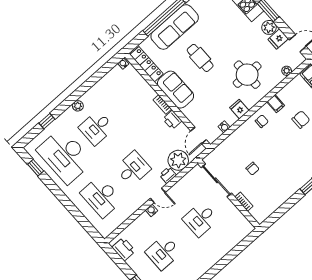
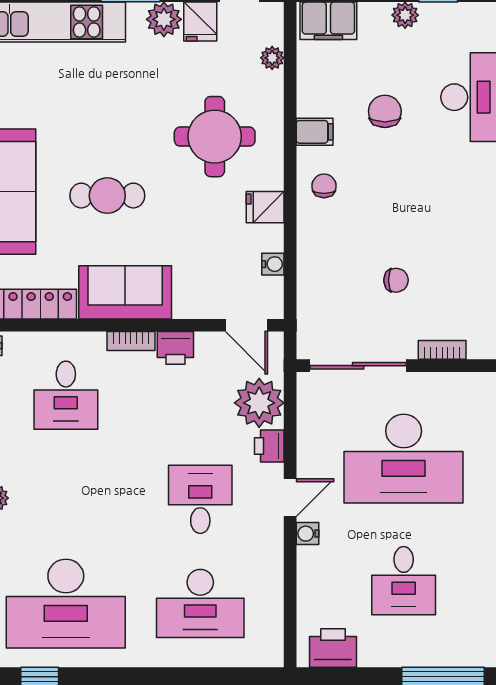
desk: (96, 128) -> (66, 395), moved
desk: (200, 219) -> (404, 459), width x1.87, depth x1.30

